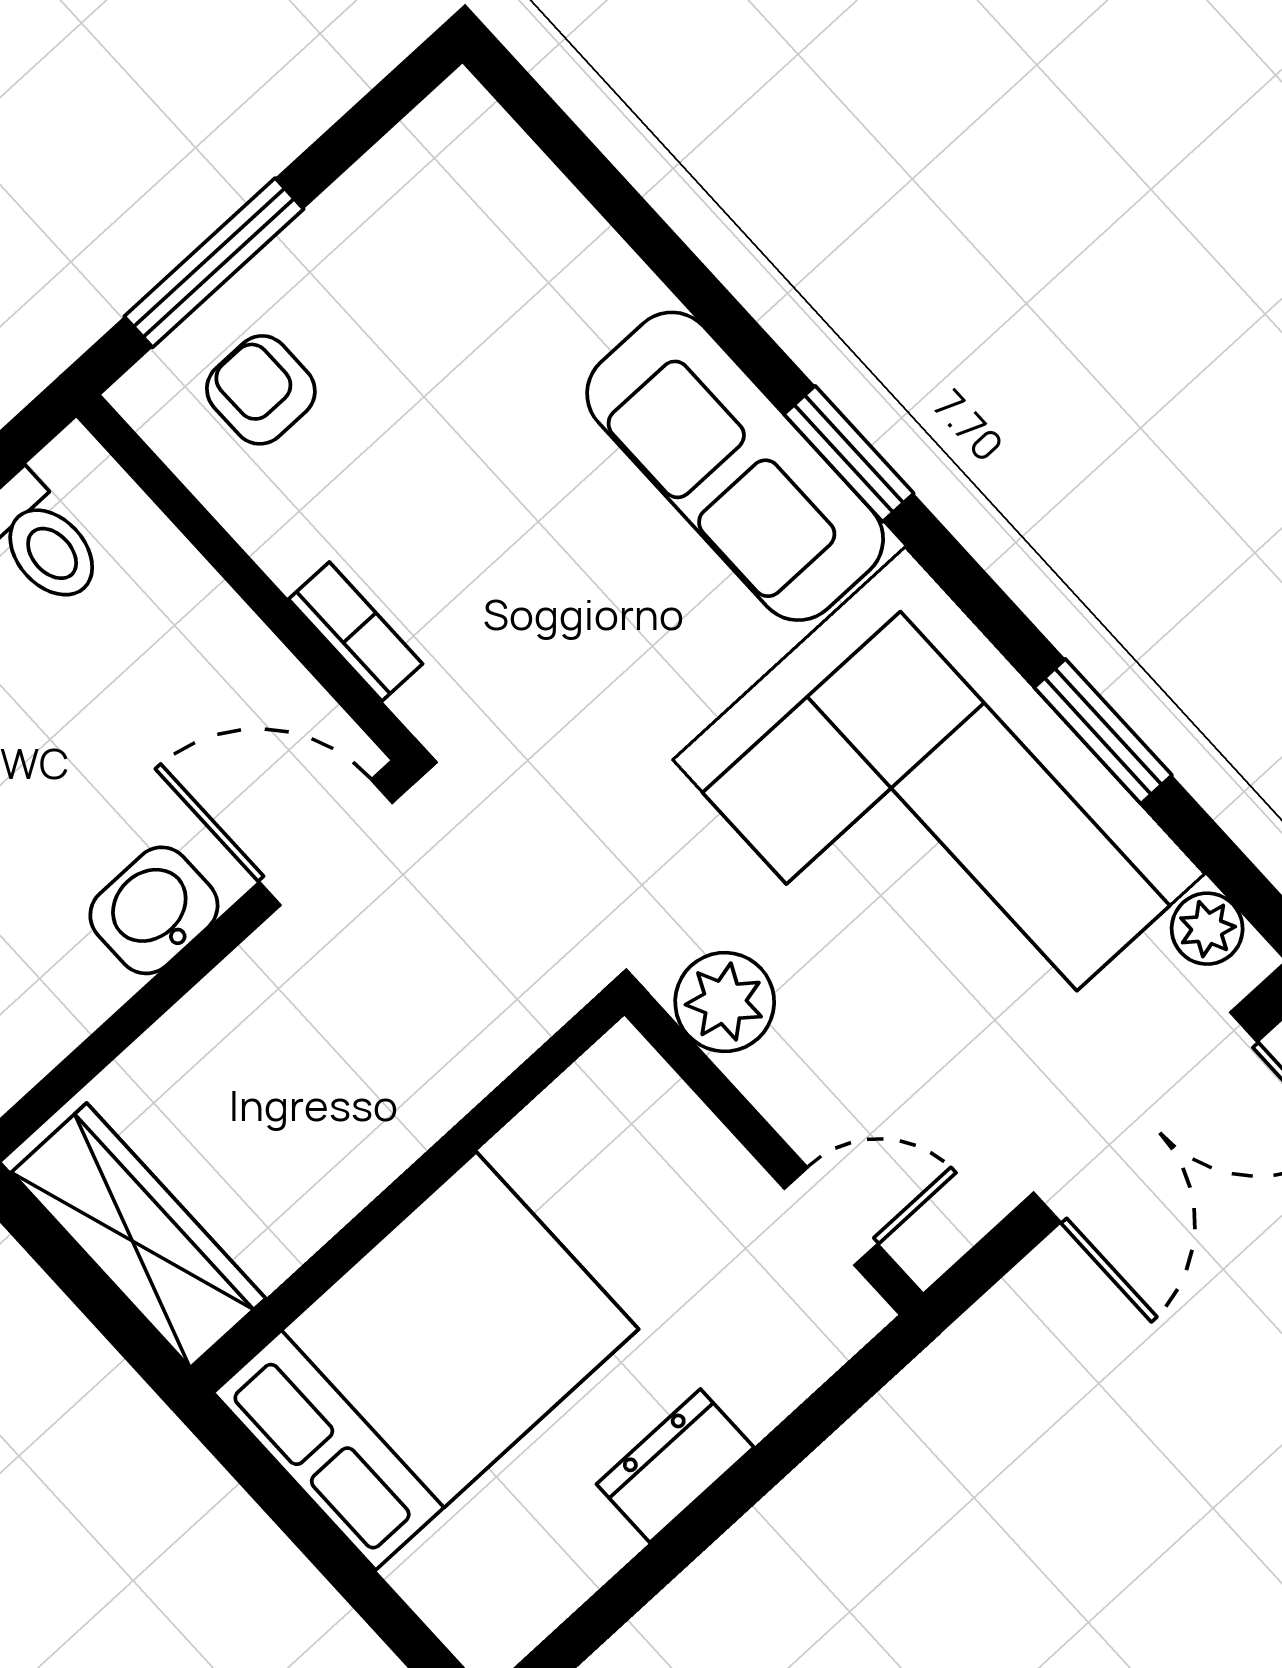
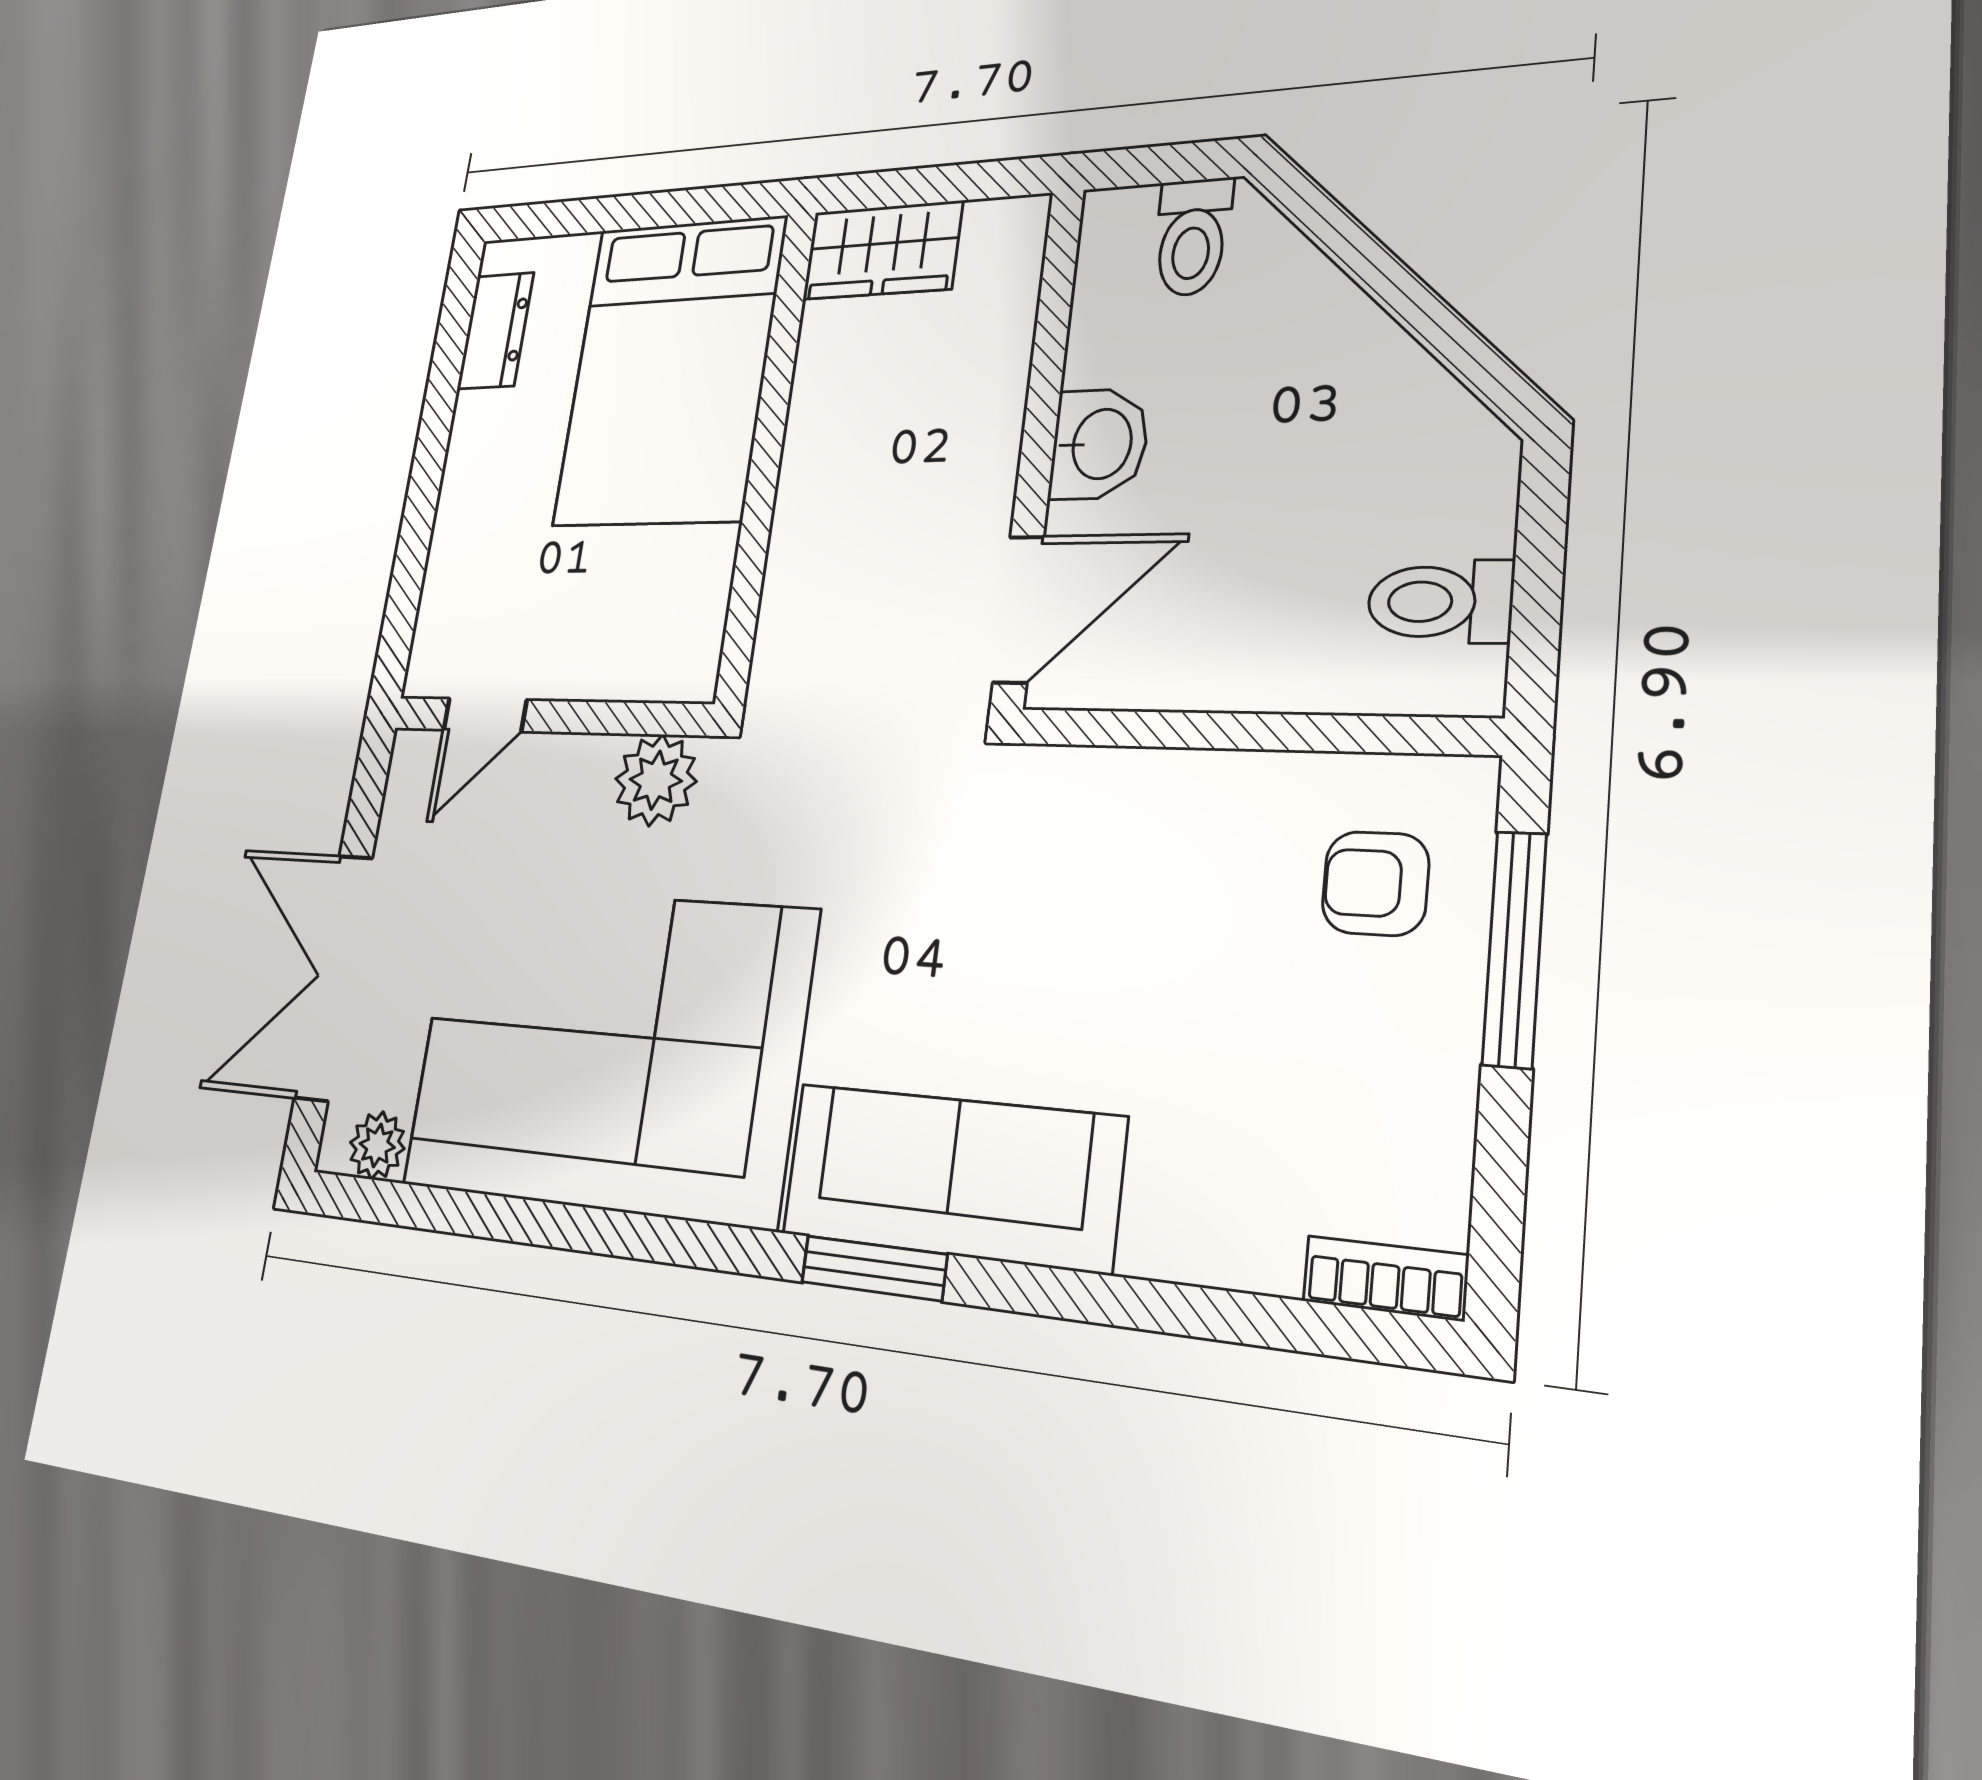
armchair: (261, 390) -> (1375, 883), turned 180
bookcase: (356, 632) -> (1385, 1278), moved, turned 180
window: (1103, 731) -> (539, 1223), removed
wardrobe: (138, 1235) -> (882, 250), width x0.67
dresser: (675, 1466) -> (495, 331), moved

